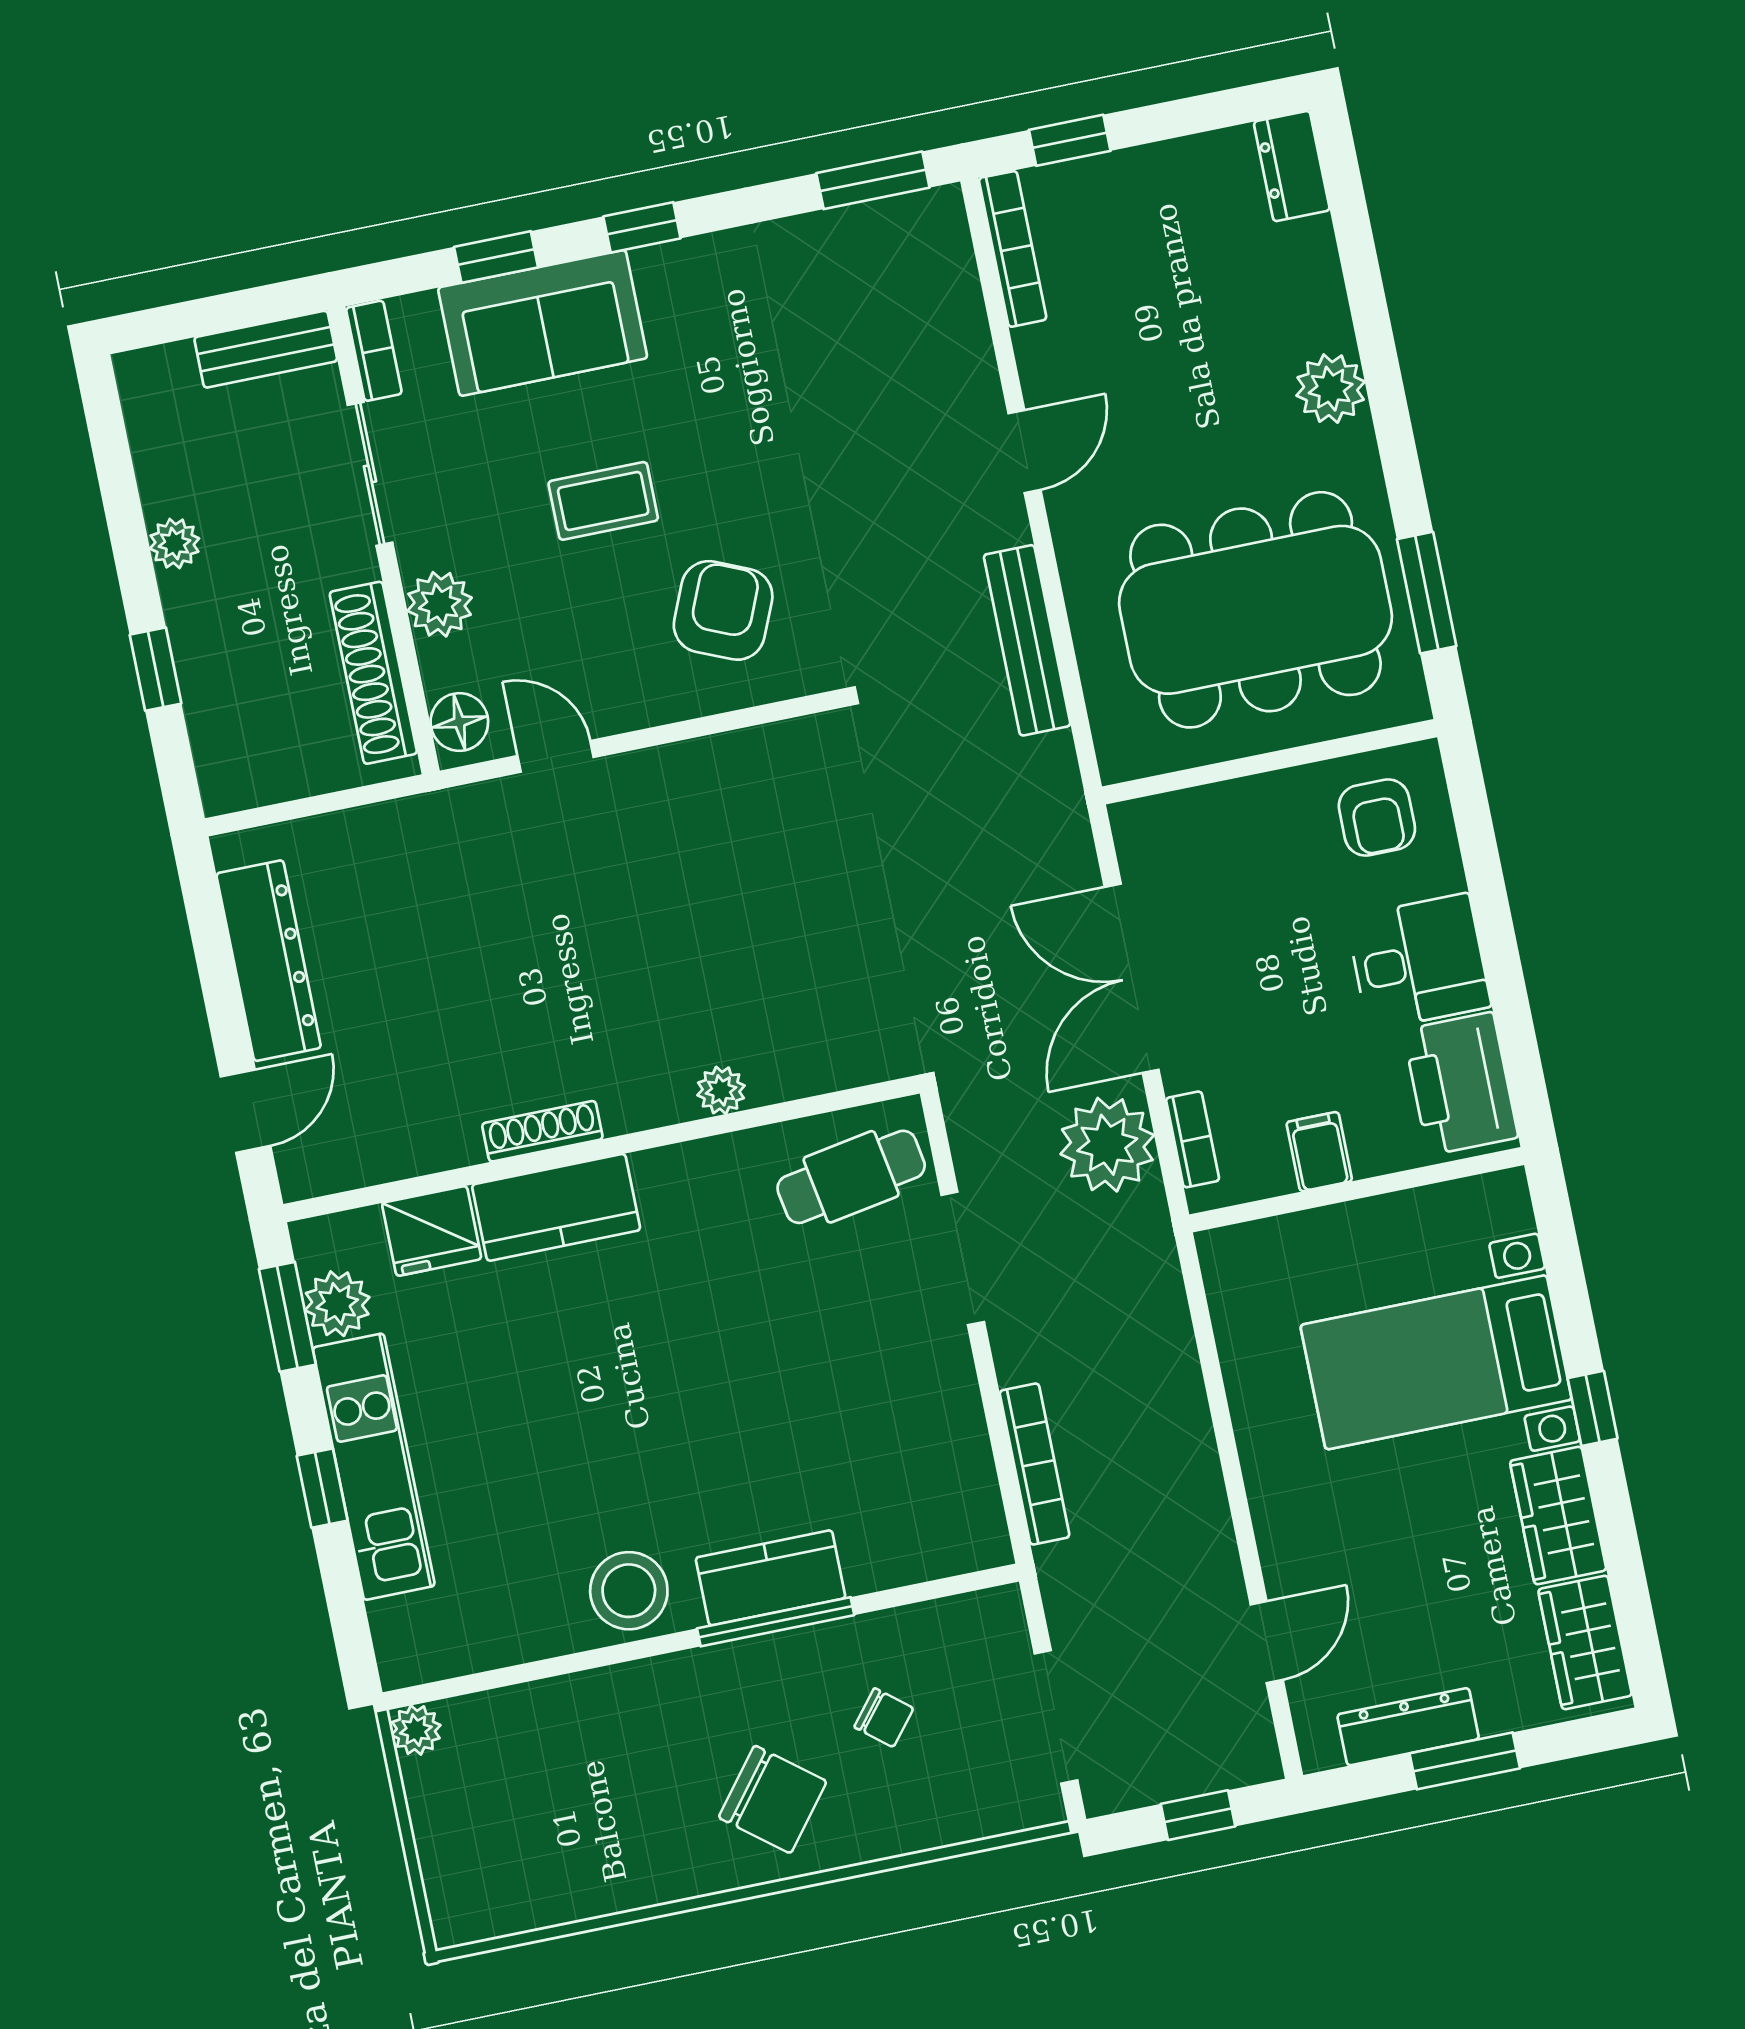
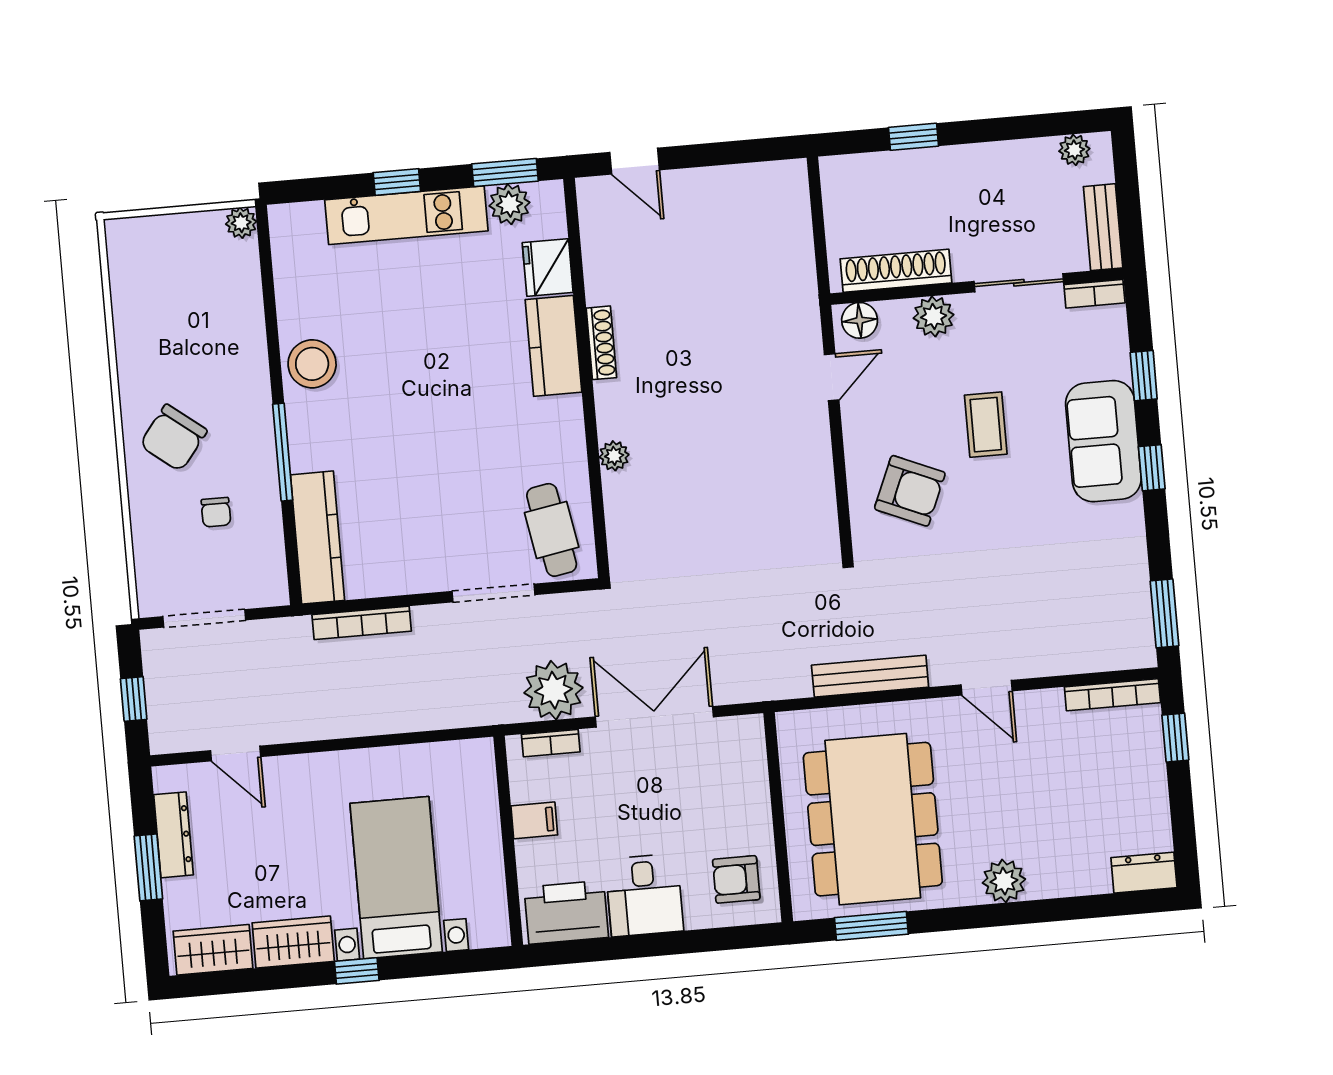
sofa: (543, 323) -> (1103, 441), moved
plant: (175, 544) -> (1074, 150), moved
dresser: (269, 961) -> (726, 186), removed
kitchen counter: (771, 1578) -> (318, 538), moved, width x1.50
chair: (884, 1718) -> (216, 512), turned -39

